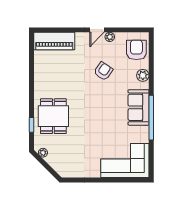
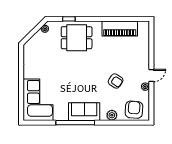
door: (97, 30) -> (151, 76), swing flipped
piano: (54, 41) -> (120, 29), moved, turned -90
armchair: (136, 50) -> (134, 110), turned -86

